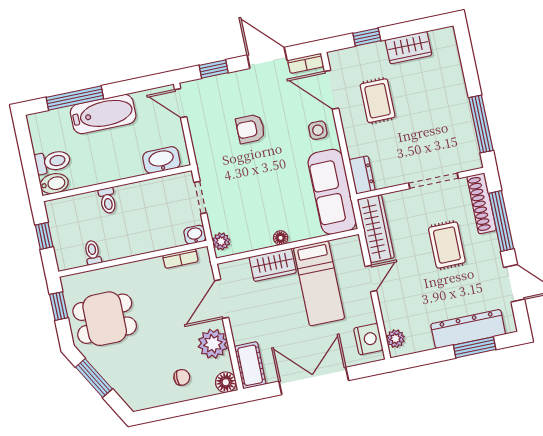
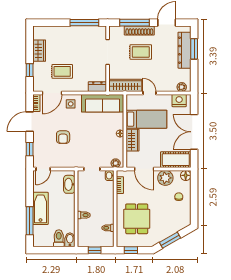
shoe rack: (482, 203) -> (139, 31), moved
dining table: (105, 319) -> (137, 219), moved
cot: (250, 365) -> (176, 160), width x1.37, depth x1.34

